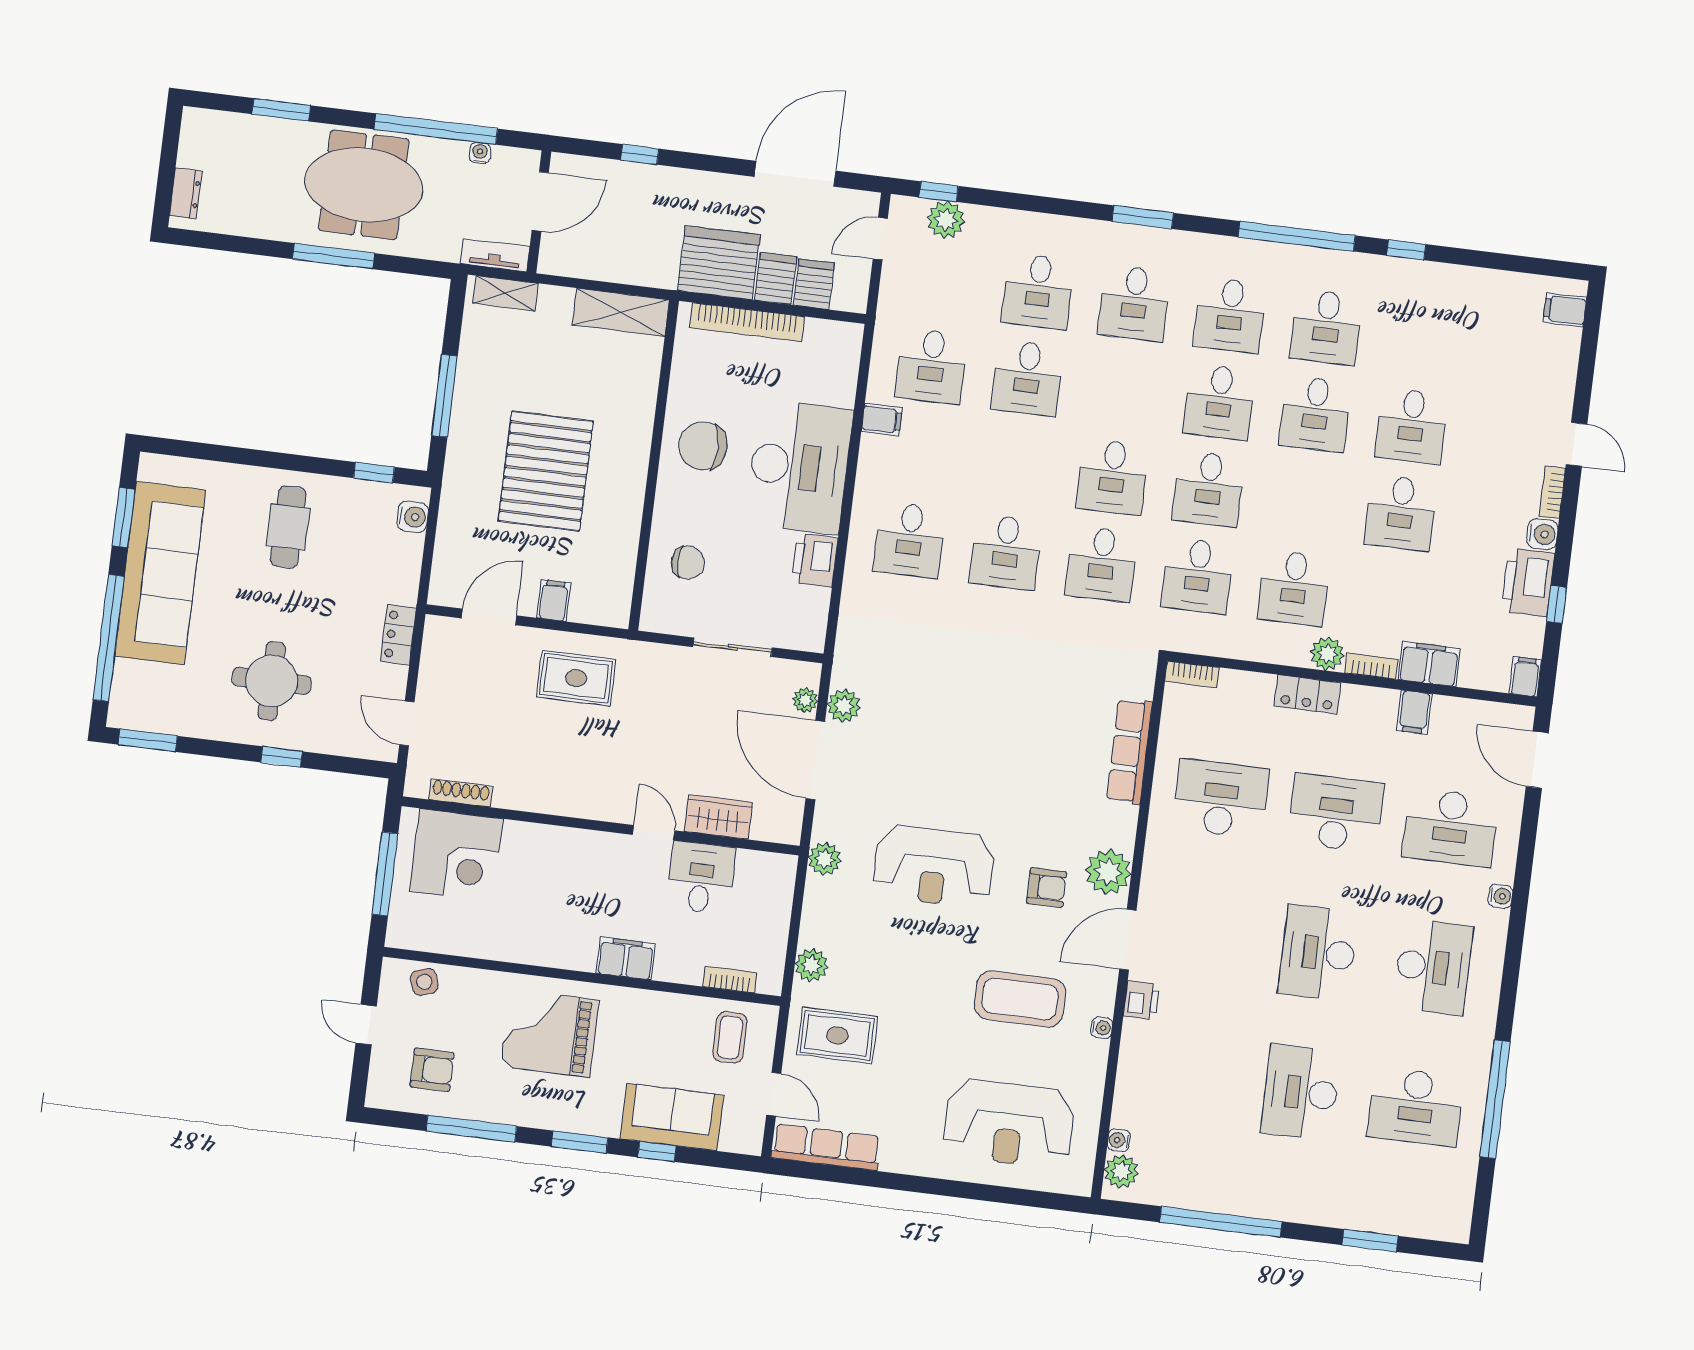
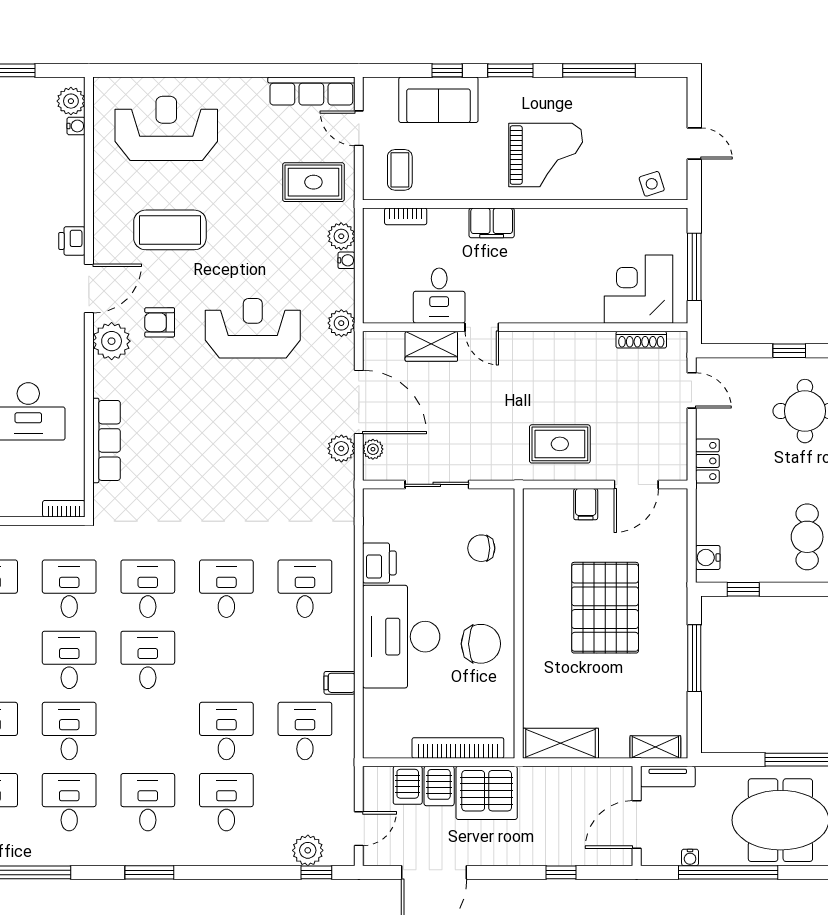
water cooler: (1102, 1028) -> (346, 260), moved, turned 180
armchair: (432, 1070) -> (637, 114), removed

